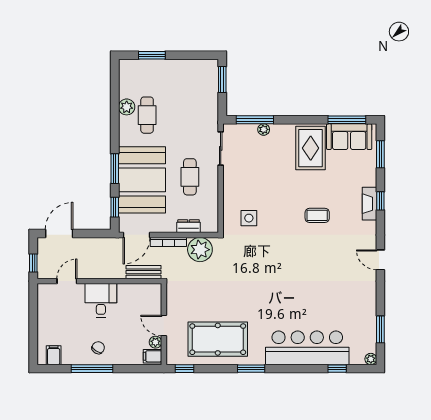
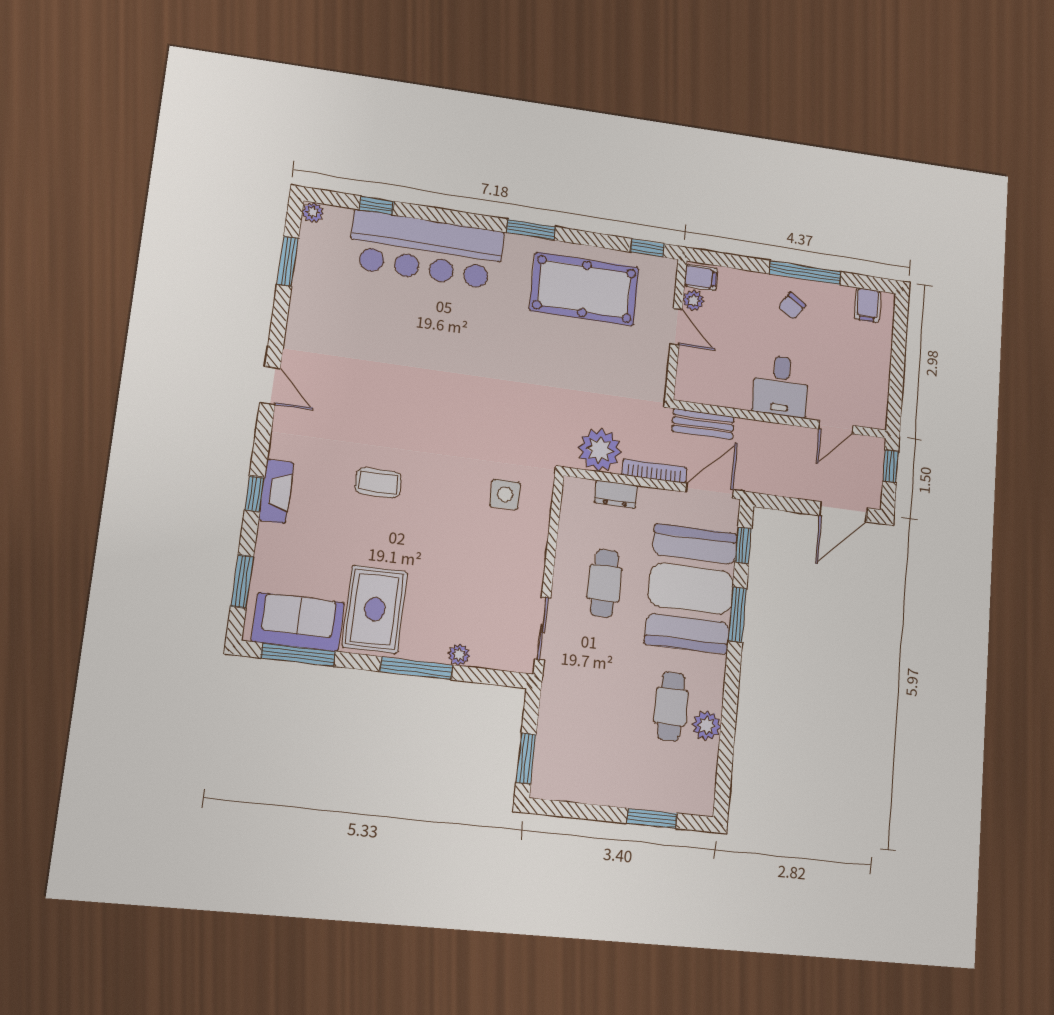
window: (255, 120) -> (416, 668), moved

